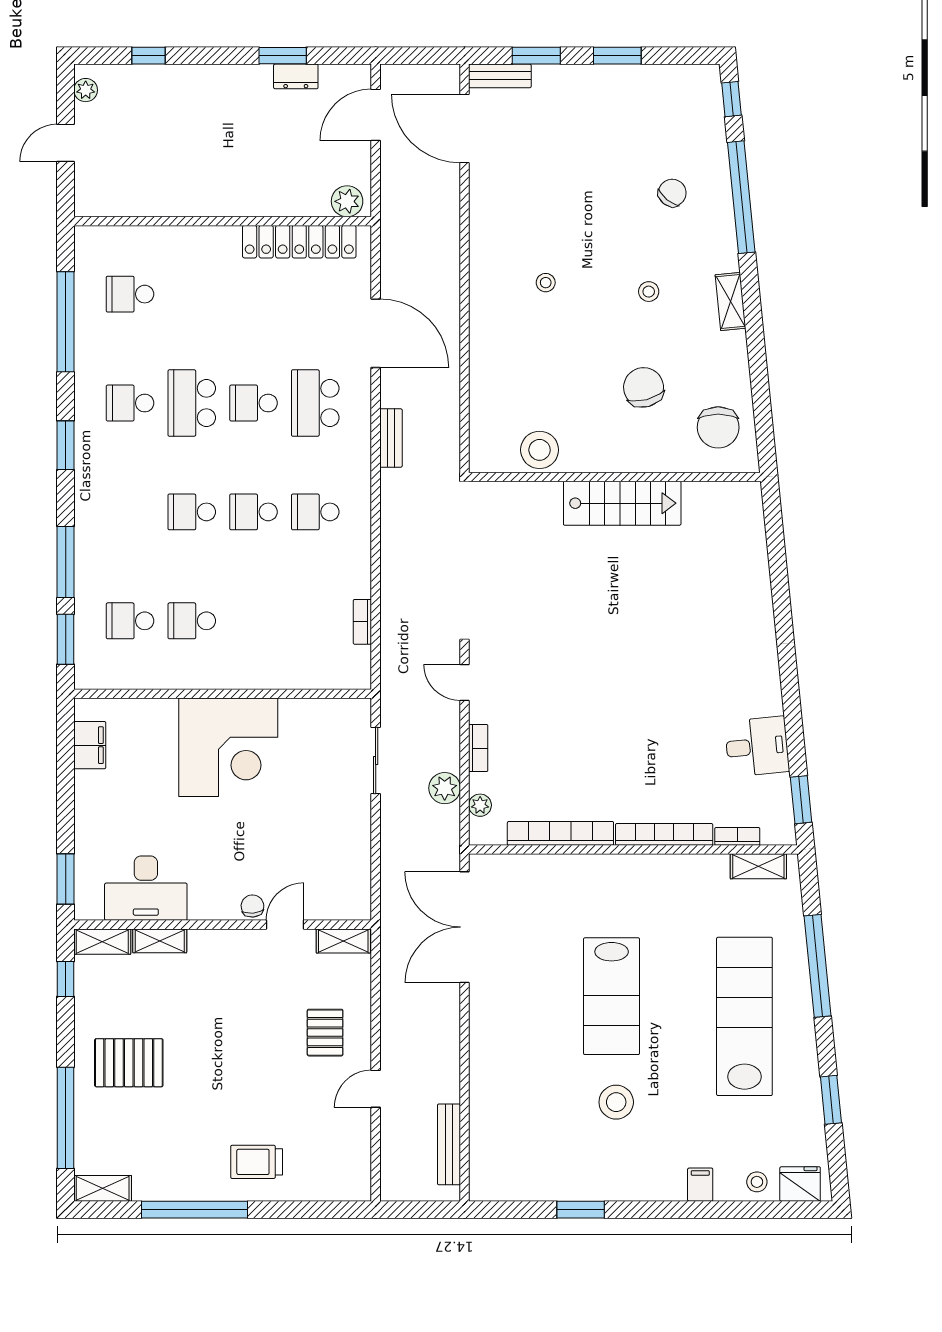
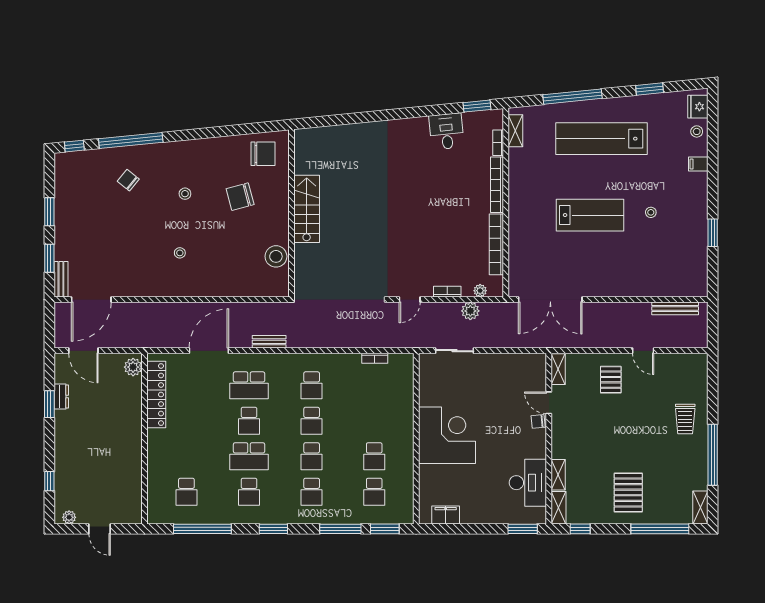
shelving: (731, 301) -> (191, 147), removed
school desk: (130, 512) -> (312, 492), added
pallet: (325, 1033) -> (611, 380), turned 90
stool: (616, 1102) -> (651, 212), width x0.53, depth x0.53

